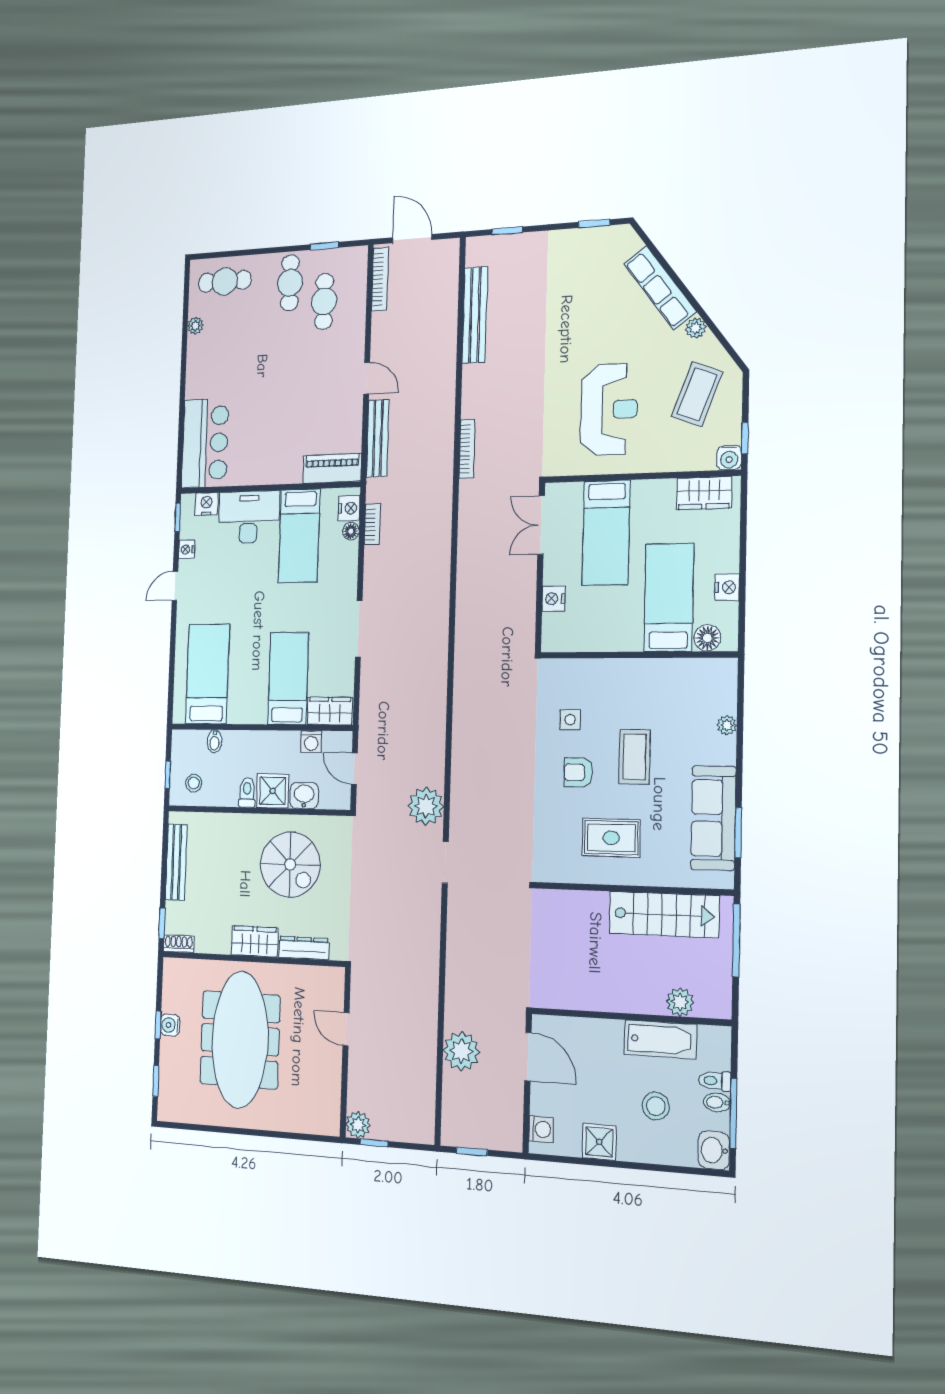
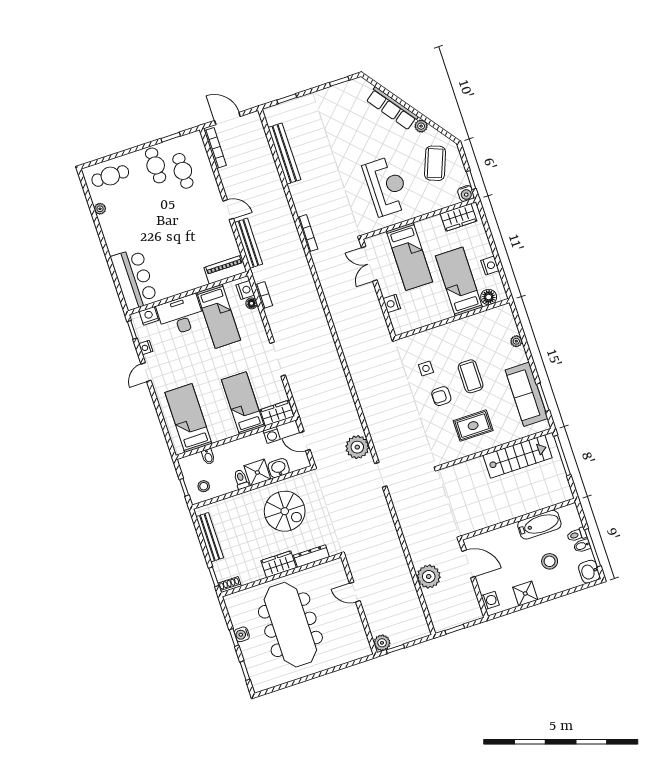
plant: (680, 1002) -> (543, 500), removed

